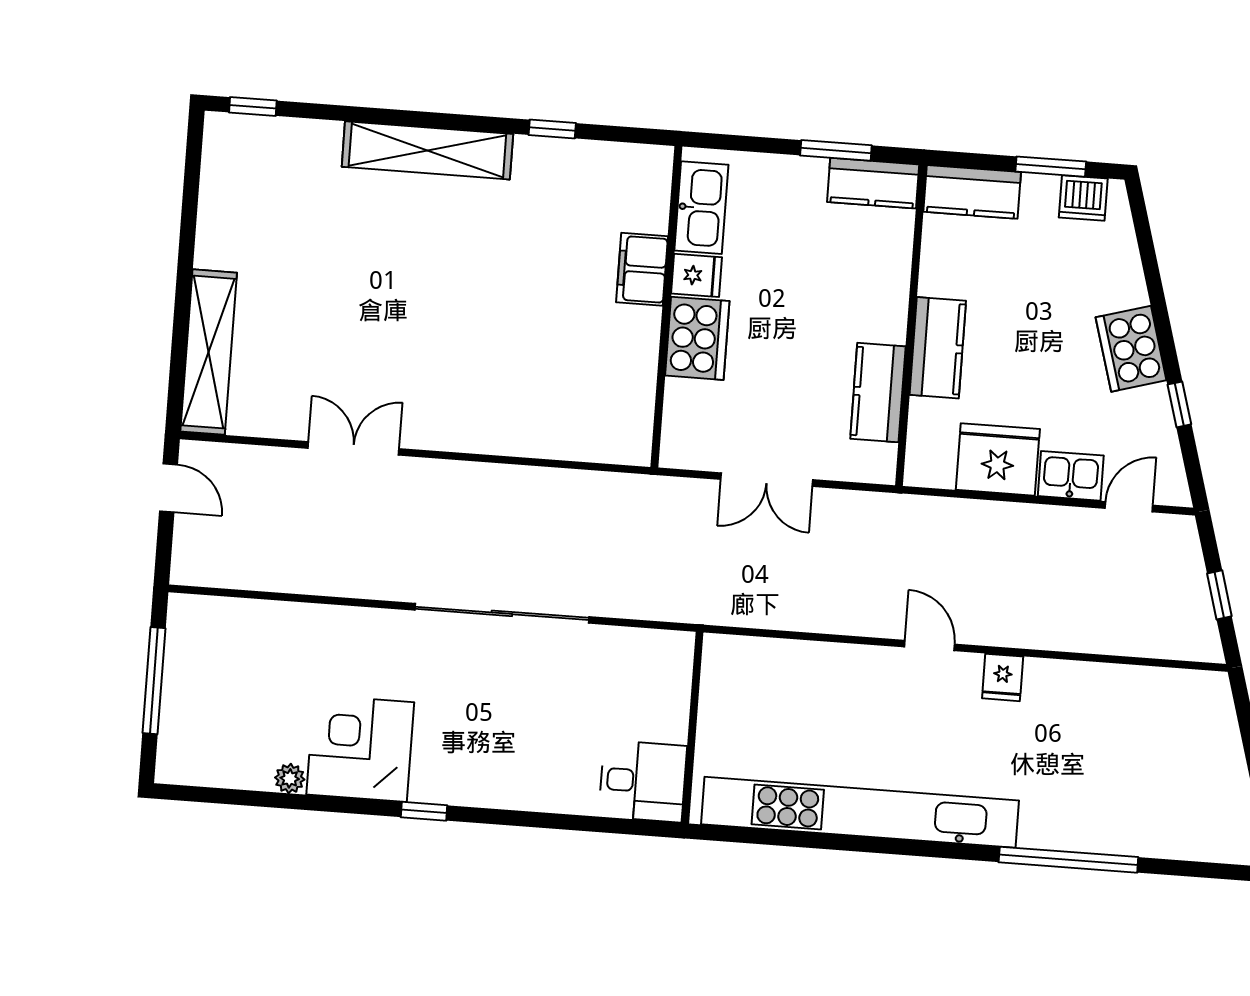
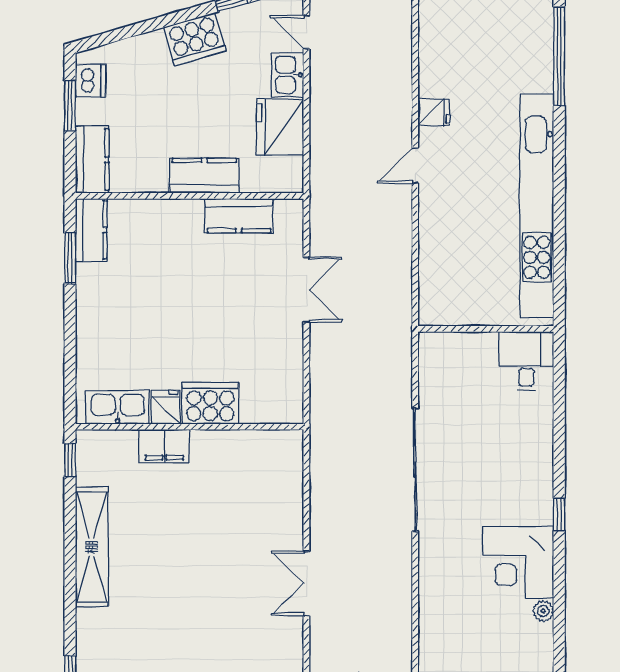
kitchen sink: (701, 208) -> (118, 407), moved
filing cabinet: (642, 269) -> (164, 446), moved
fridge: (697, 275) -> (166, 407), moved
wall: (666, 307) -> (190, 427), moved
cooker: (697, 338) -> (210, 403), moved

